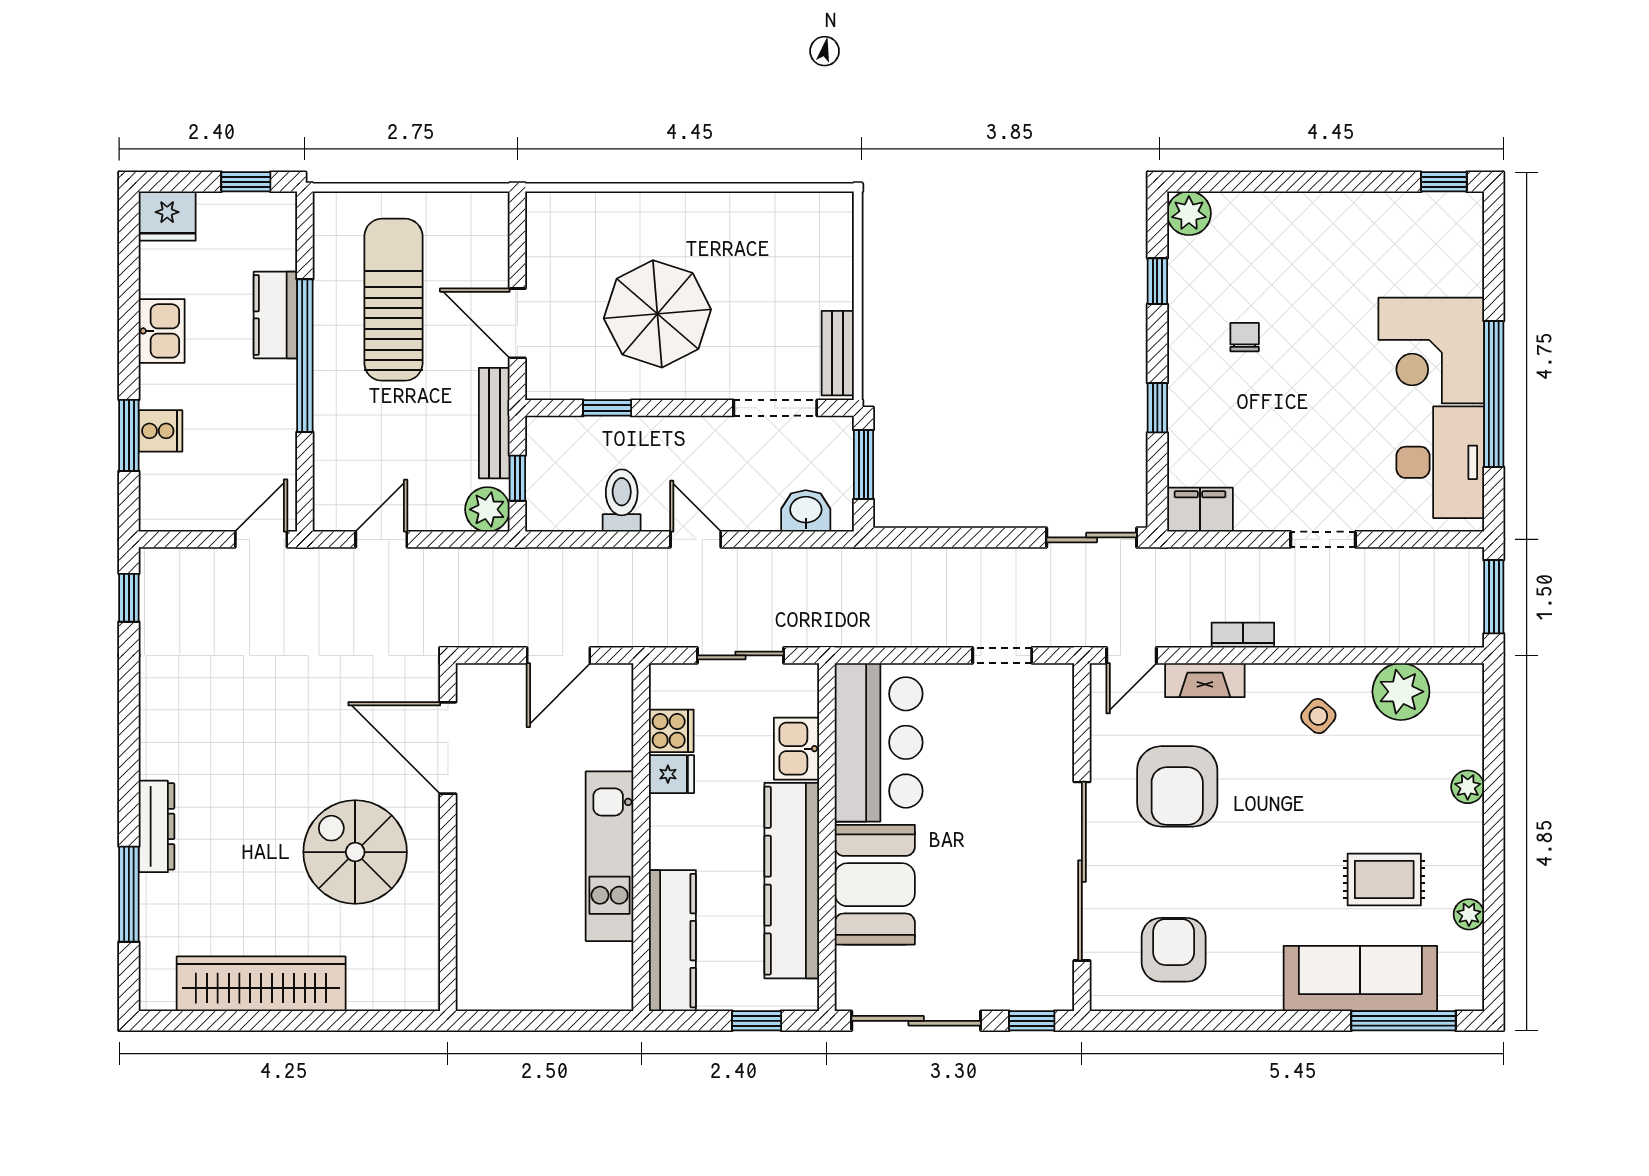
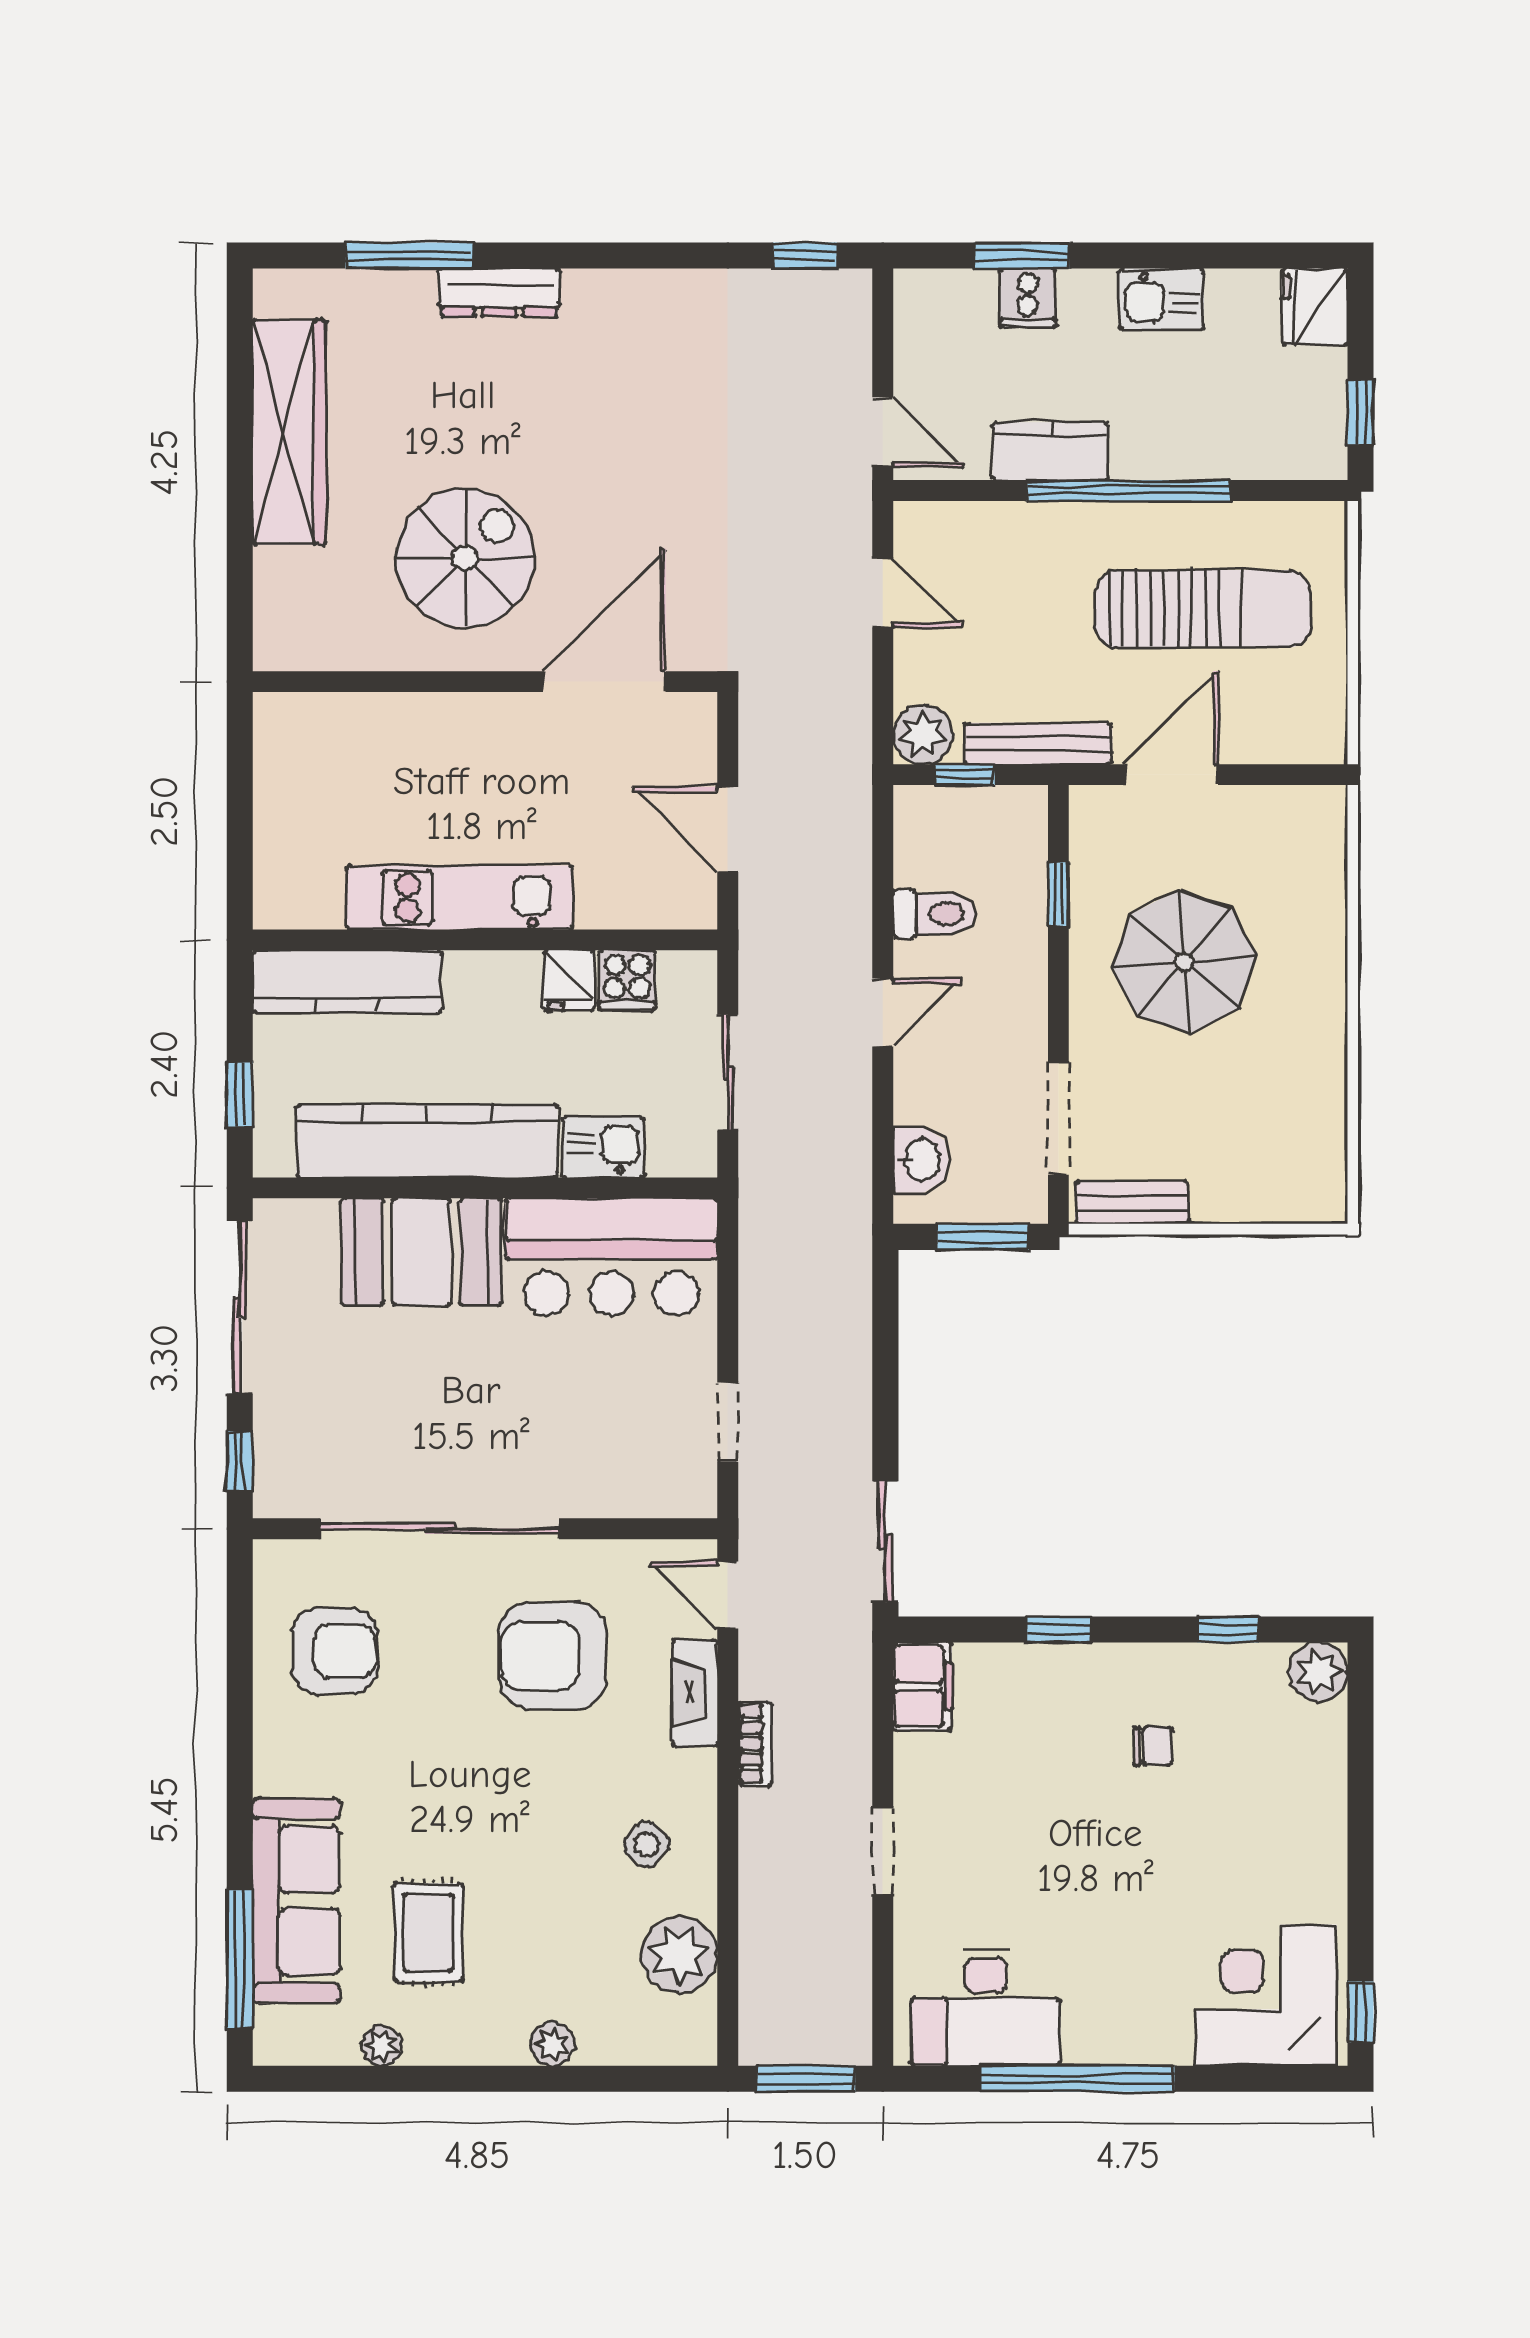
kitchen counter: (275, 315) -> (1050, 451), moved
corner desk: (1431, 351) -> (1266, 1995), moved

